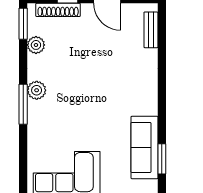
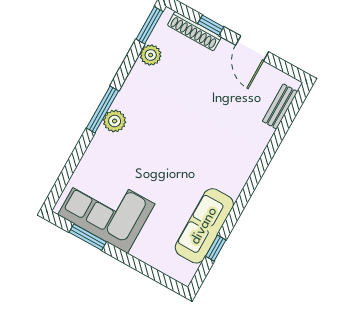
plant: (37, 90) -> (115, 121), moved
window: (162, 159) -> (216, 248), width x0.67

